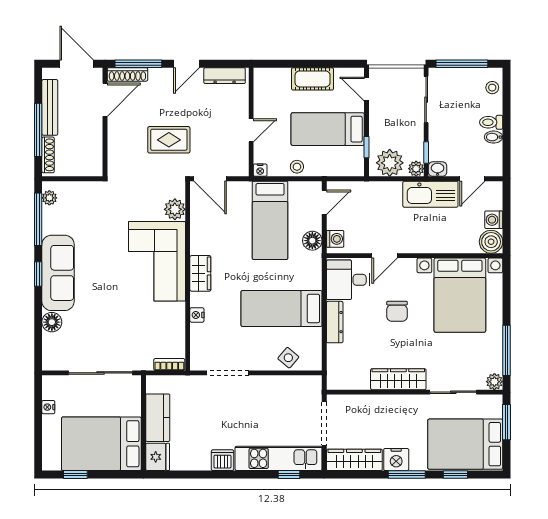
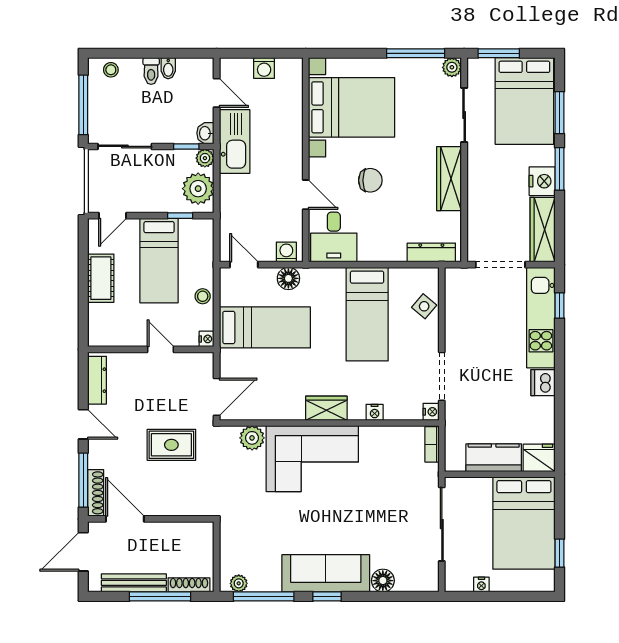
rug: (169, 140) -> (171, 445), turned 90
boiler: (491, 242) -> (290, 71), removed
dresser: (335, 322) -> (431, 253), moved
nightstand: (197, 364) -> (431, 412), added
window: (455, 474) -> (560, 113), width x1.50

